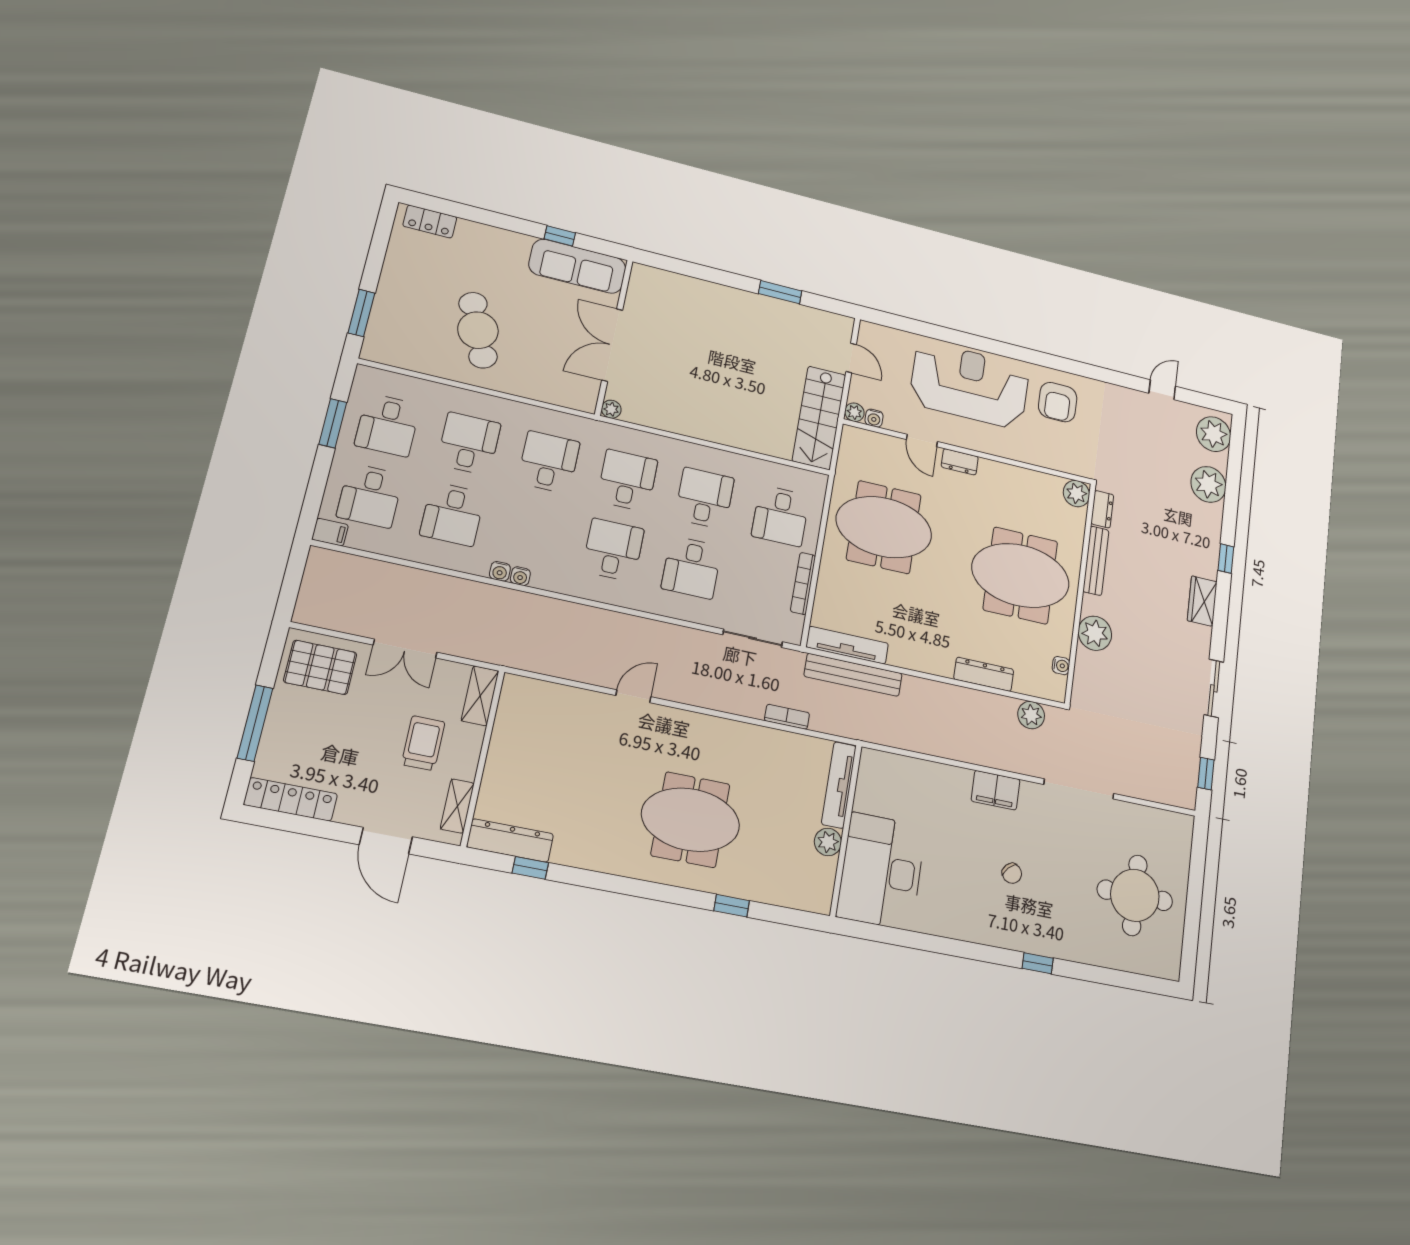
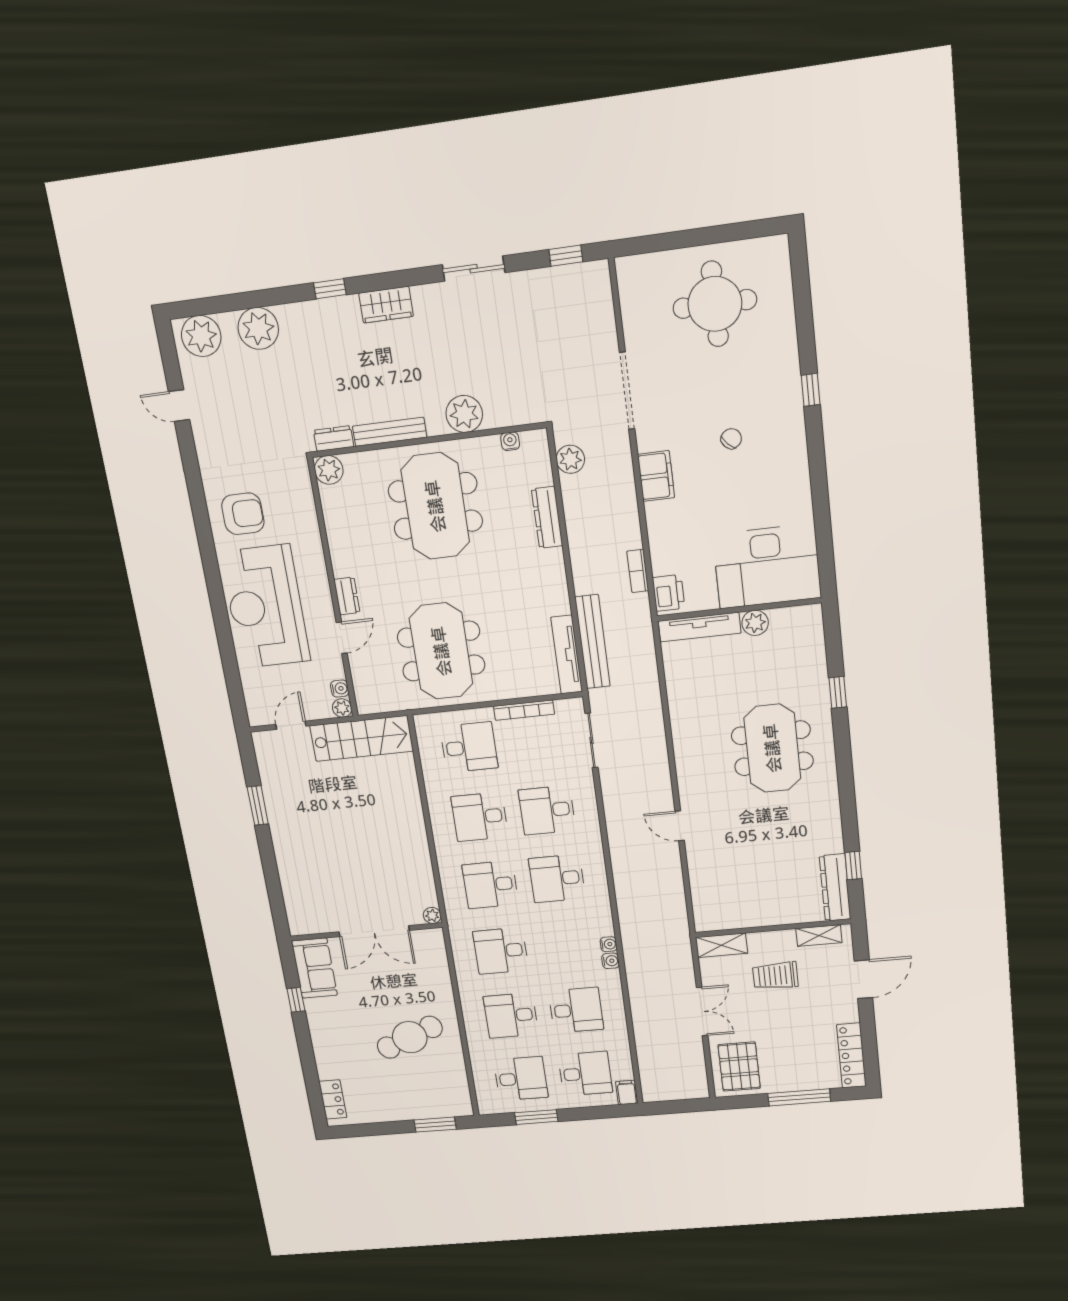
sofa: (577, 266) -> (314, 968), width x0.73
desk: (691, 567) -> (547, 810), turned 180
bookcase: (787, 717) -> (638, 571), moved
printer: (881, 765) -> (669, 593), added

